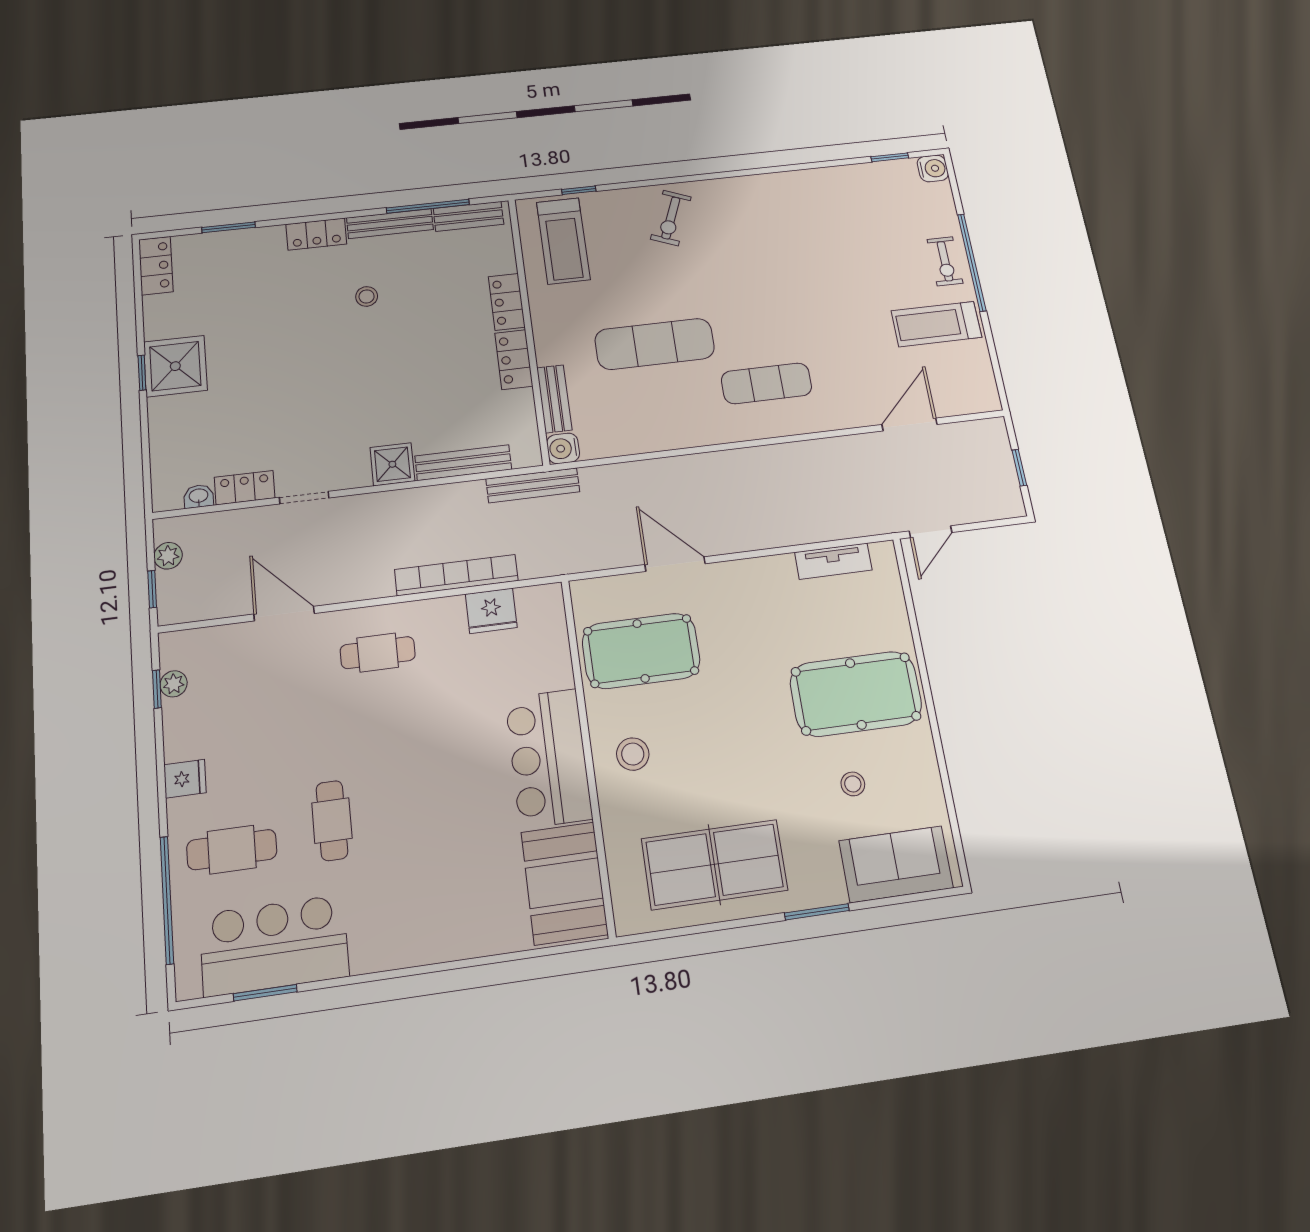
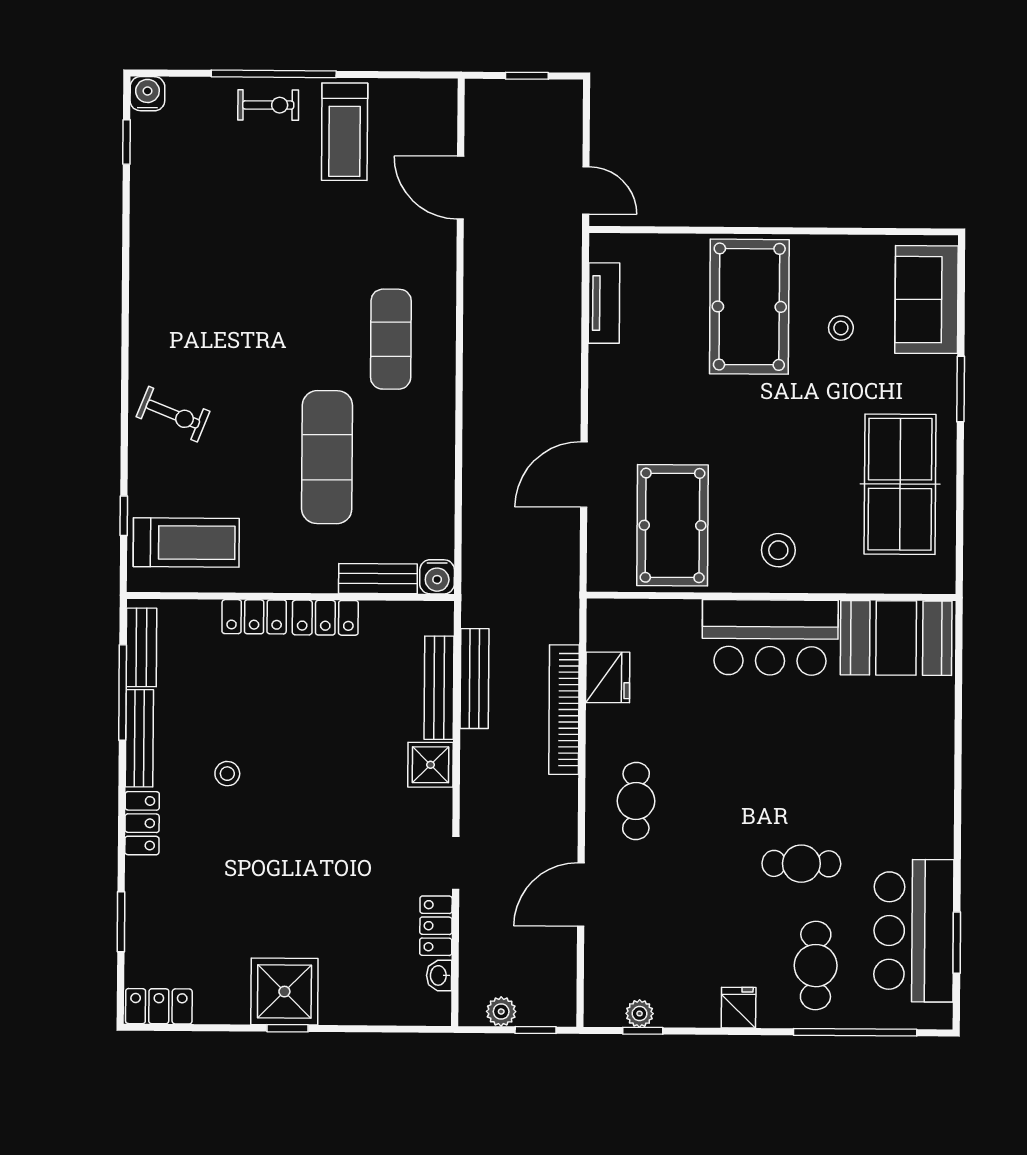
bench: (533, 485) -> (475, 679), moved

